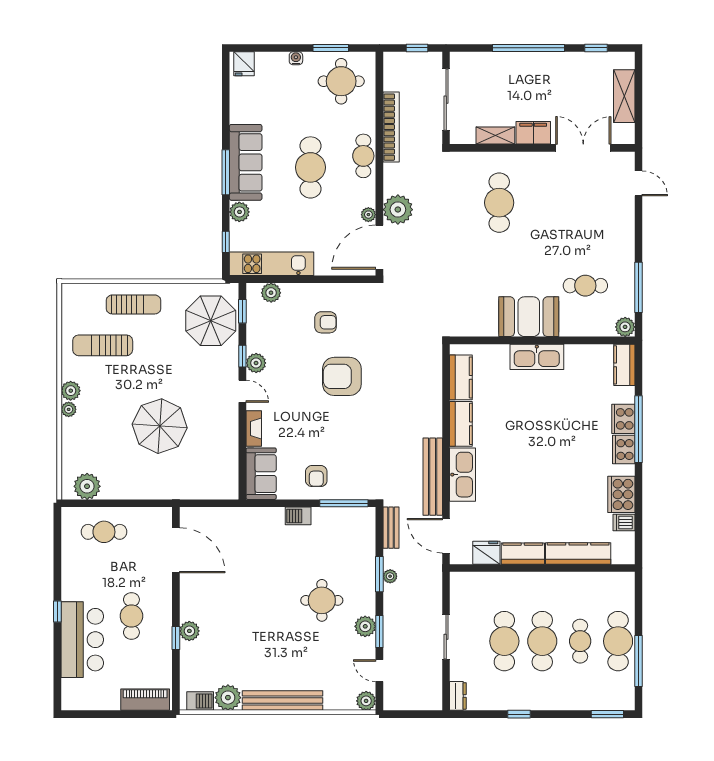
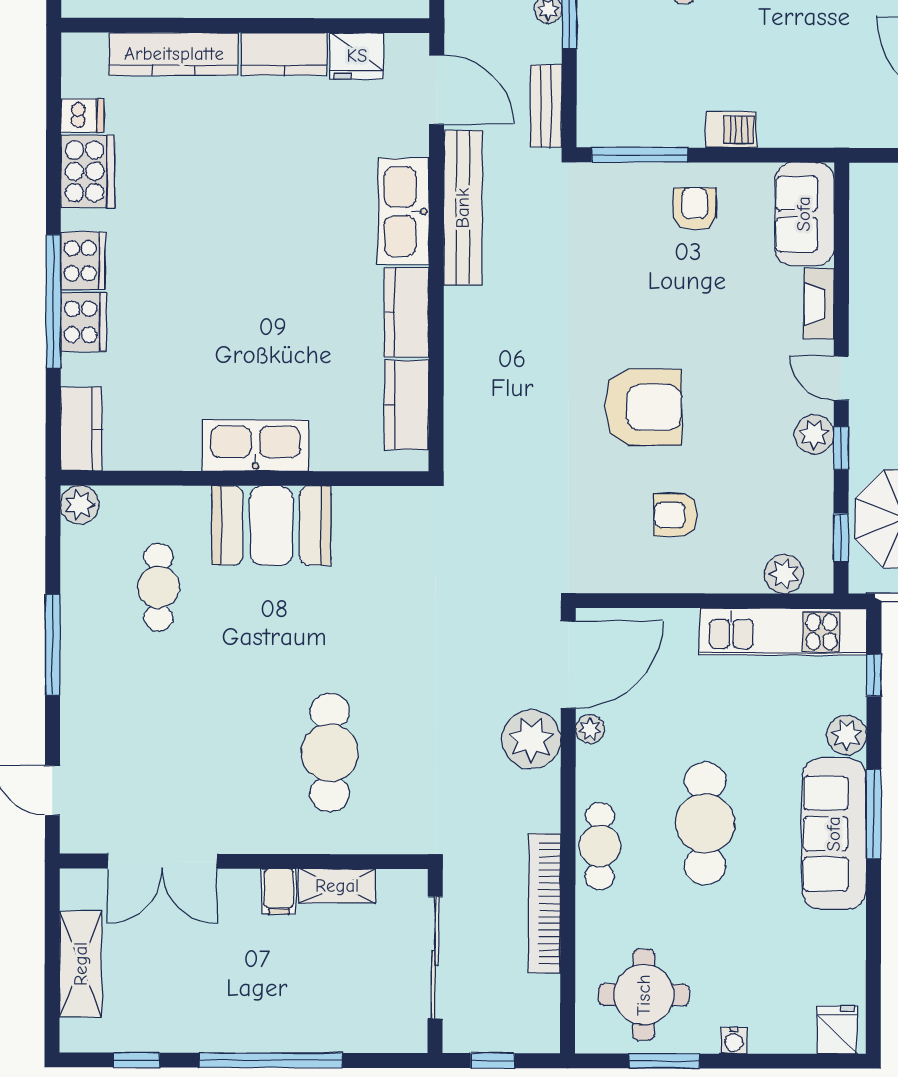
filing cabinet: (533, 133) -> (279, 891), width x0.50
cafe table: (585, 286) -> (159, 587), turned 90
window: (638, 287) -> (53, 645), moved

